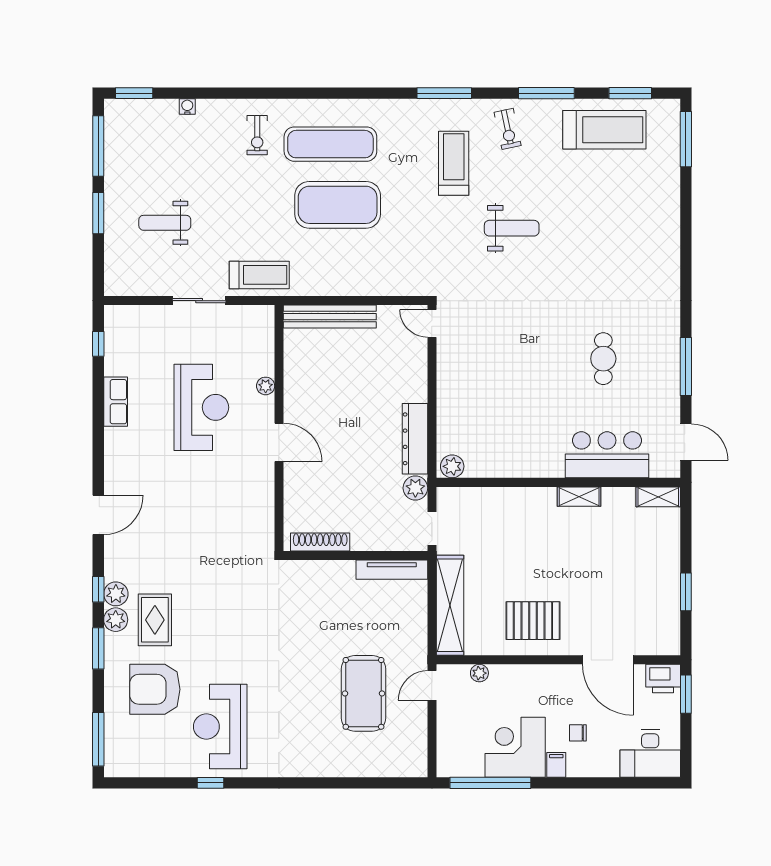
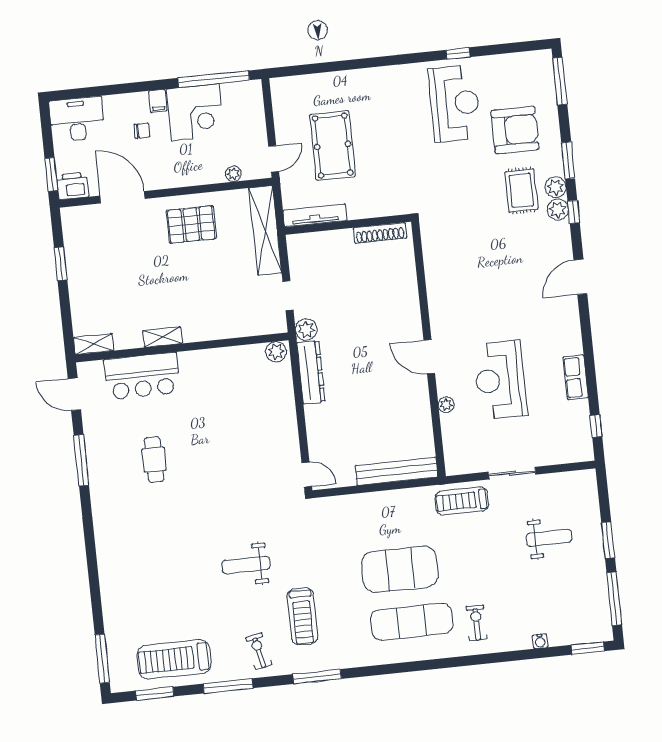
shoe rack: (320, 542) -> (380, 233), moved
wall: (355, 556) -> (348, 224), moved
tv unit: (392, 570) -> (315, 215), moved

